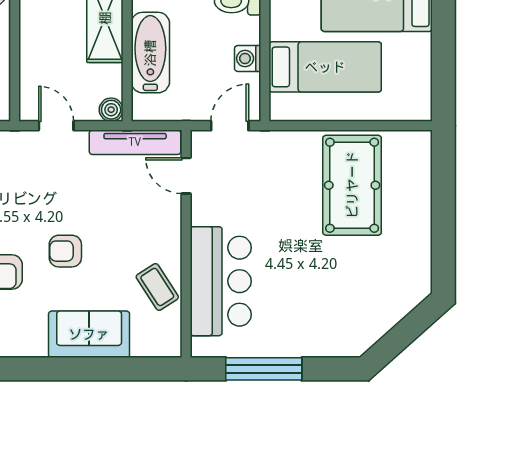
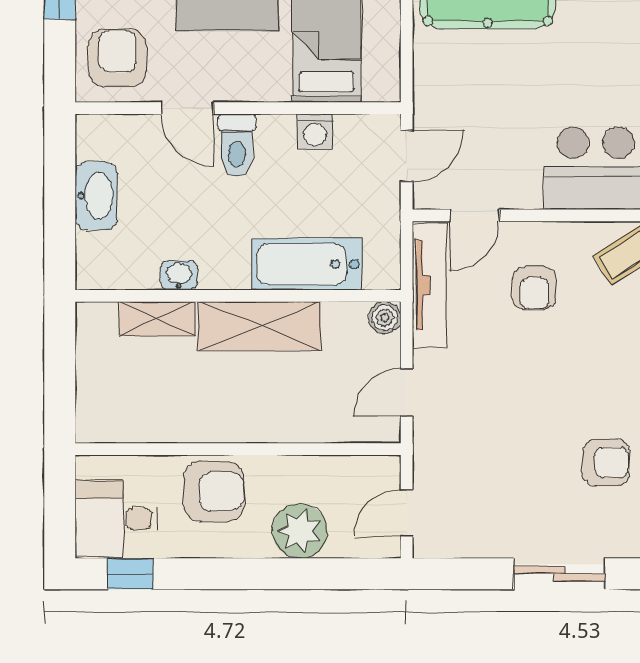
door: (230, 126) -> (407, 156), swing flipped
armchair: (65, 251) -> (534, 288), moved

